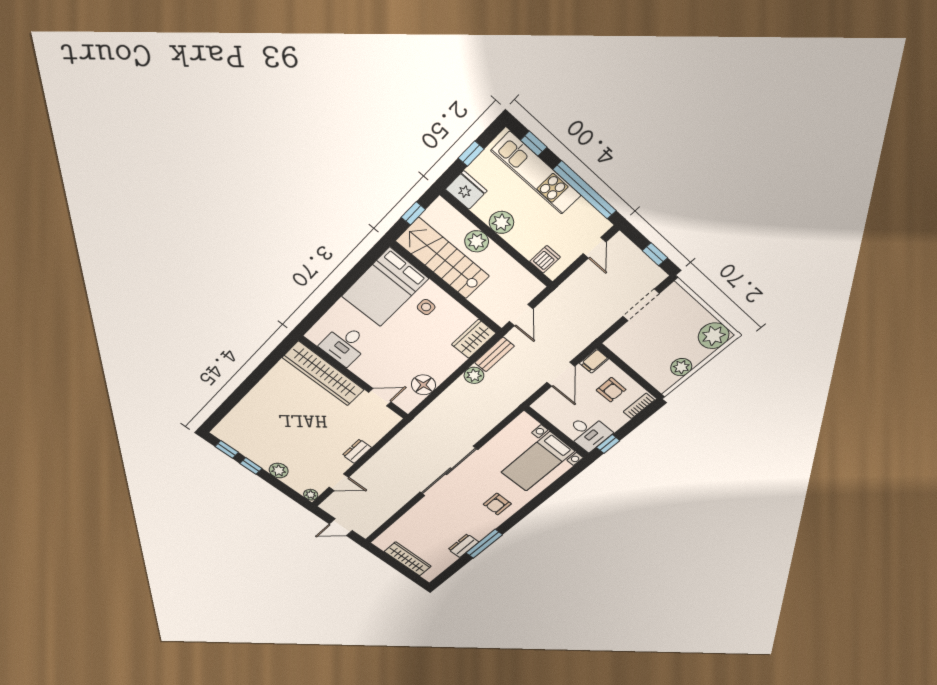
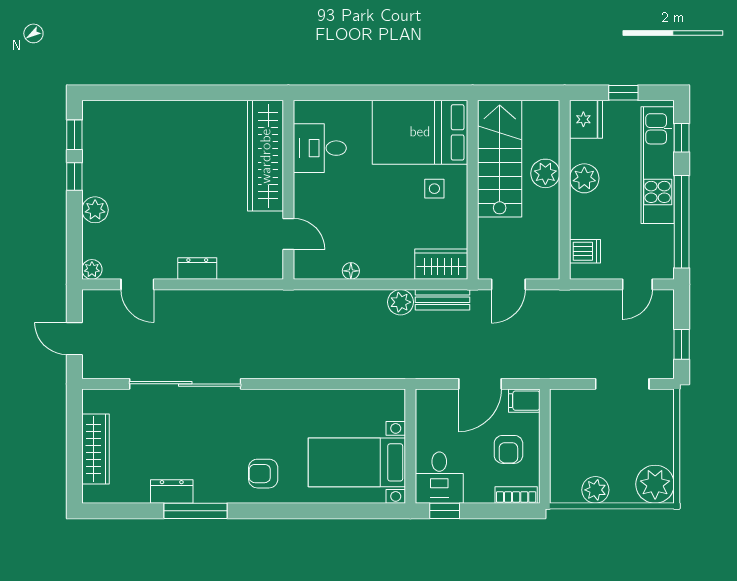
window: (413, 213) -> (520, 93), removed
floor lamp: (423, 385) -> (351, 271), width x0.53, depth x0.53
sliding door: (449, 471) -> (185, 384), moved

